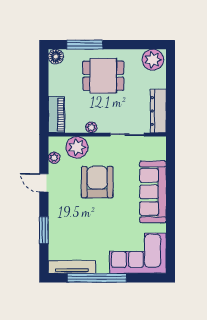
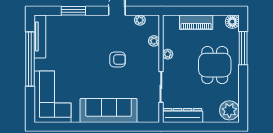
piano: (56, 115) -> (196, 22), moved
plant: (77, 147) -> (154, 41), width x0.53, depth x0.53
armchair: (97, 182) -> (118, 60), width x0.53, depth x0.53

